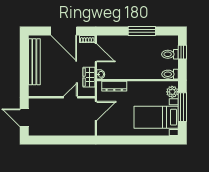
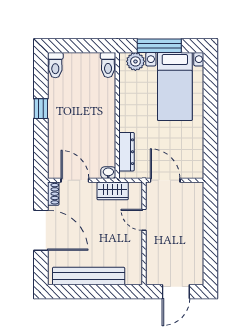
door: (64, 31) -> (41, 230), hinge flipped
window: (142, 31) -> (41, 109), width x0.46
window: (182, 52) -> (74, 46), removed
door: (96, 53) -> (75, 180), hinge flipped
toilet: (170, 54) -> (55, 65), moved

